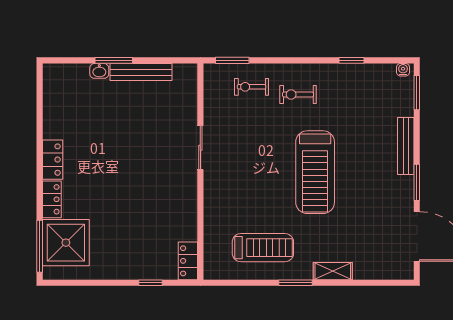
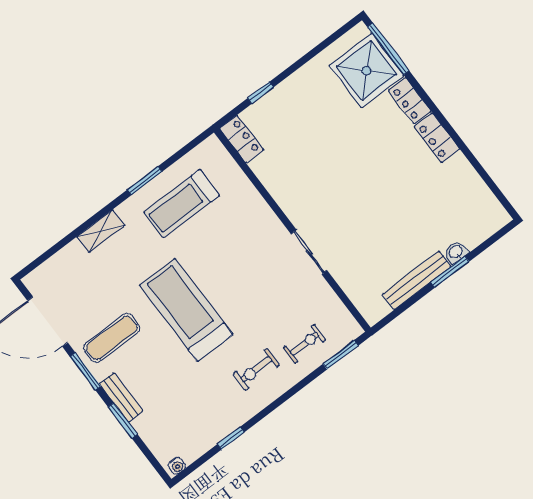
window: (417, 93) -> (123, 421), moved
exercise bike: (298, 94) -> (256, 369), turned 180
bench: (406, 146) -> (121, 397), width x0.73
exercise mat: (381, 192) -> (112, 338), added
window: (295, 283) -> (145, 181), moved

